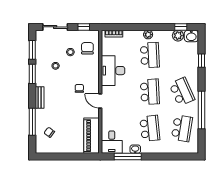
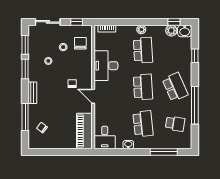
school desk: (182, 128) -> (175, 124), width x0.54
window: (128, 156) -> (164, 152), moved

